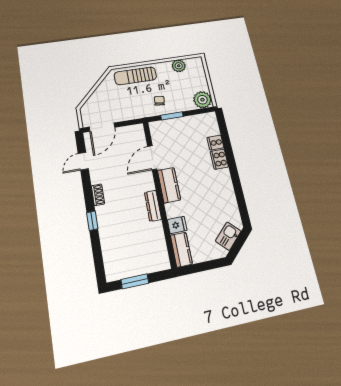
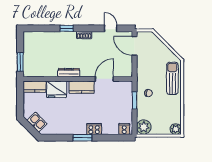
plant: (179, 66) -> (176, 129), moved
cooker: (215, 143) -> (124, 129), moved
door: (152, 158) -> (104, 79), hinge flipped
window: (234, 172) -> (82, 138), added
fridge: (177, 225) -> (57, 89), width x1.88, depth x1.34
window: (135, 281) -> (20, 62), moved

